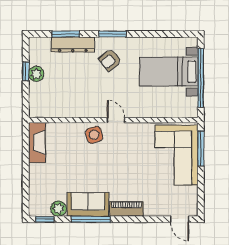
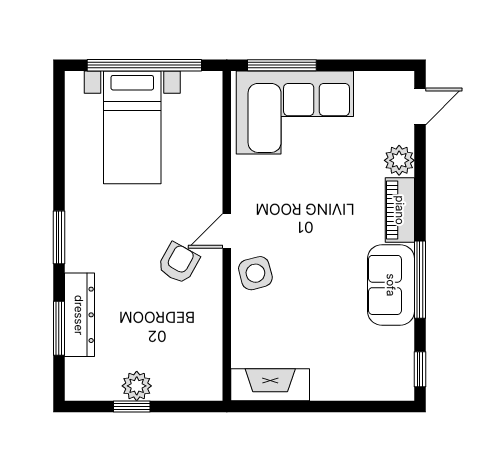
armchair: (110, 60) -> (178, 263), moved, turned -111
plant: (58, 209) -> (399, 160), moved

